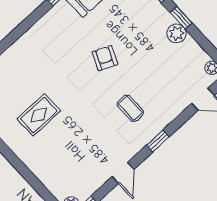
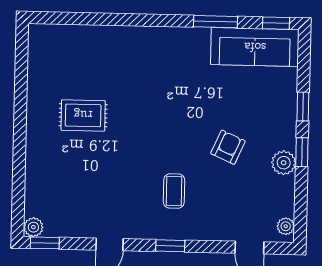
armchair: (105, 58) -> (228, 147), moved

